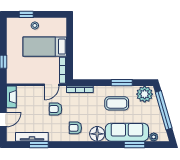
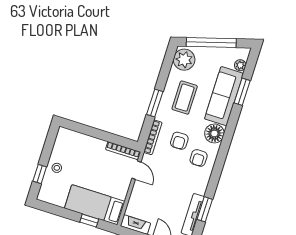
bed: (45, 47) -> (95, 205), moved, turned 90
window: (122, 83) -> (155, 103), moved
armchair: (55, 109) -> (179, 141), moved

